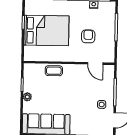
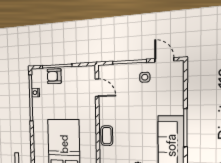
armchair: (88, 36) -> (54, 76), moved
door: (95, 63) -> (97, 88), hinge flipped

